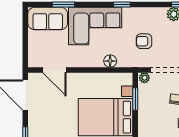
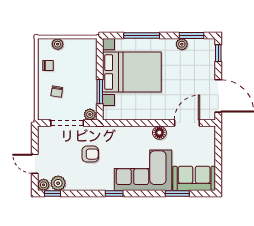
floor lamp: (110, 61) -> (159, 133), moved
door: (54, 70) -> (187, 123), hinge flipped

